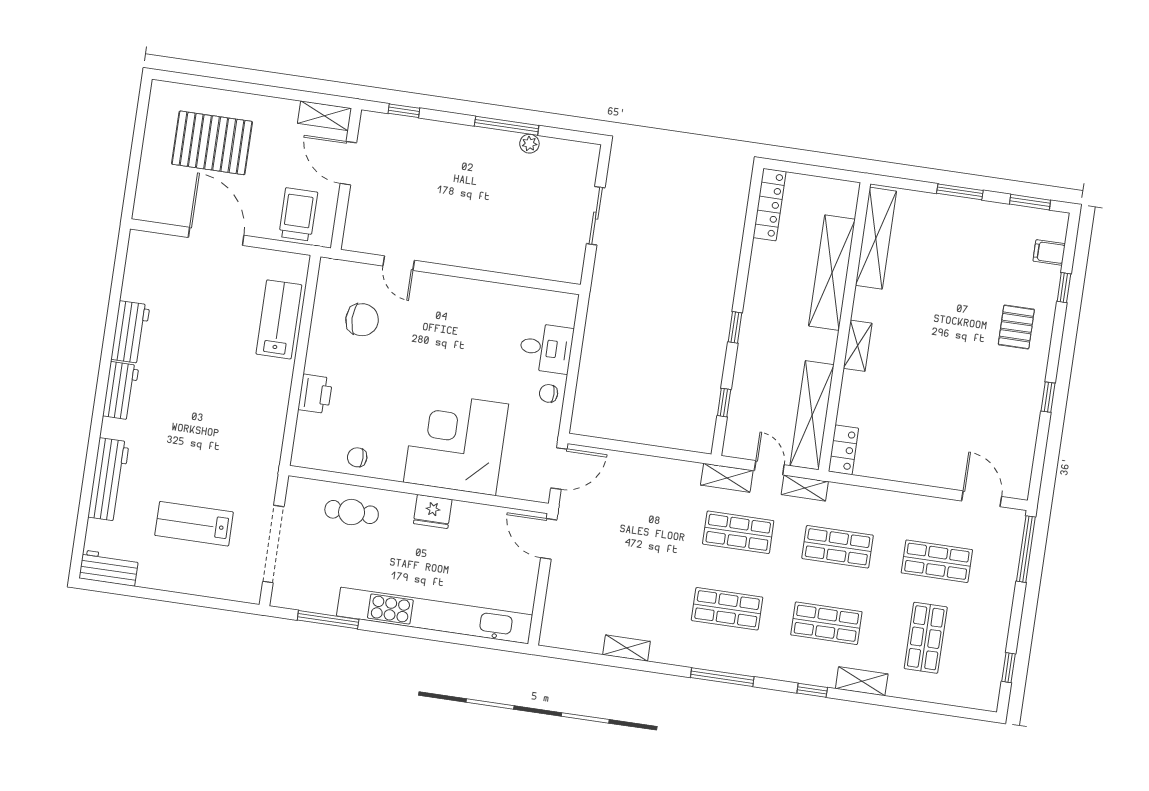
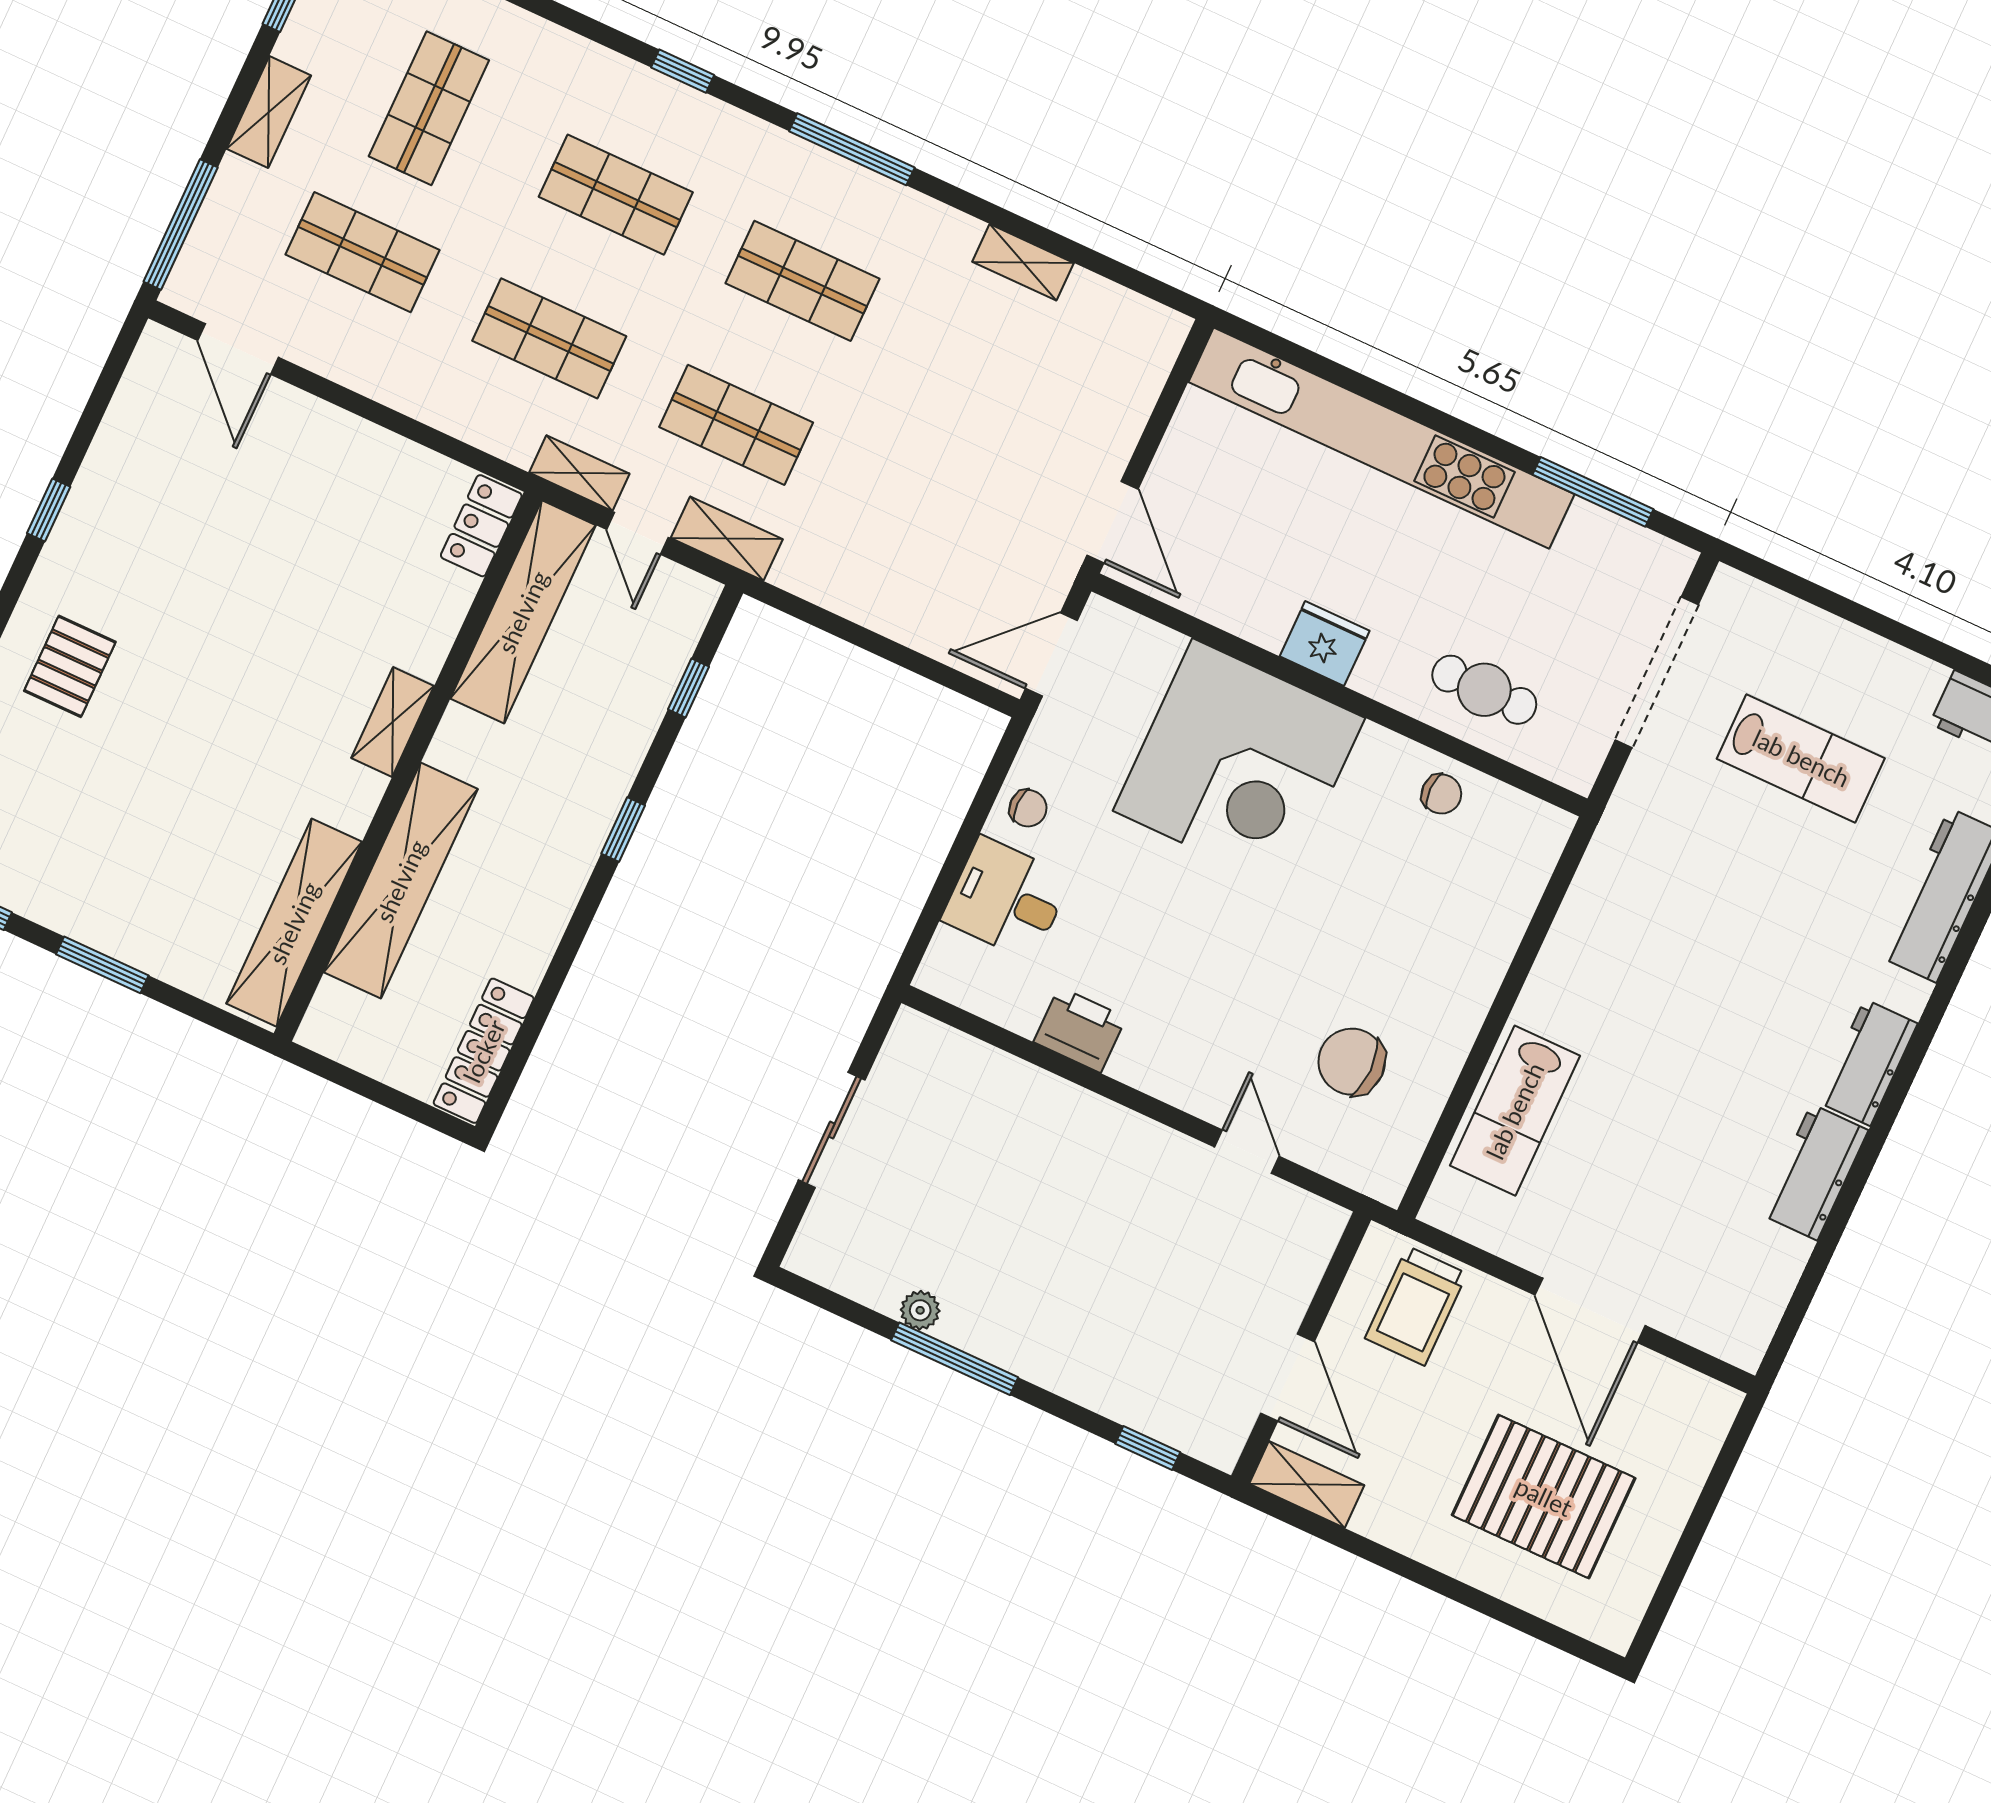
printer: (315, 394) -> (1080, 1030), moved, turned 90
shelving: (862, 681) -> (269, 112), moved, turned 90

